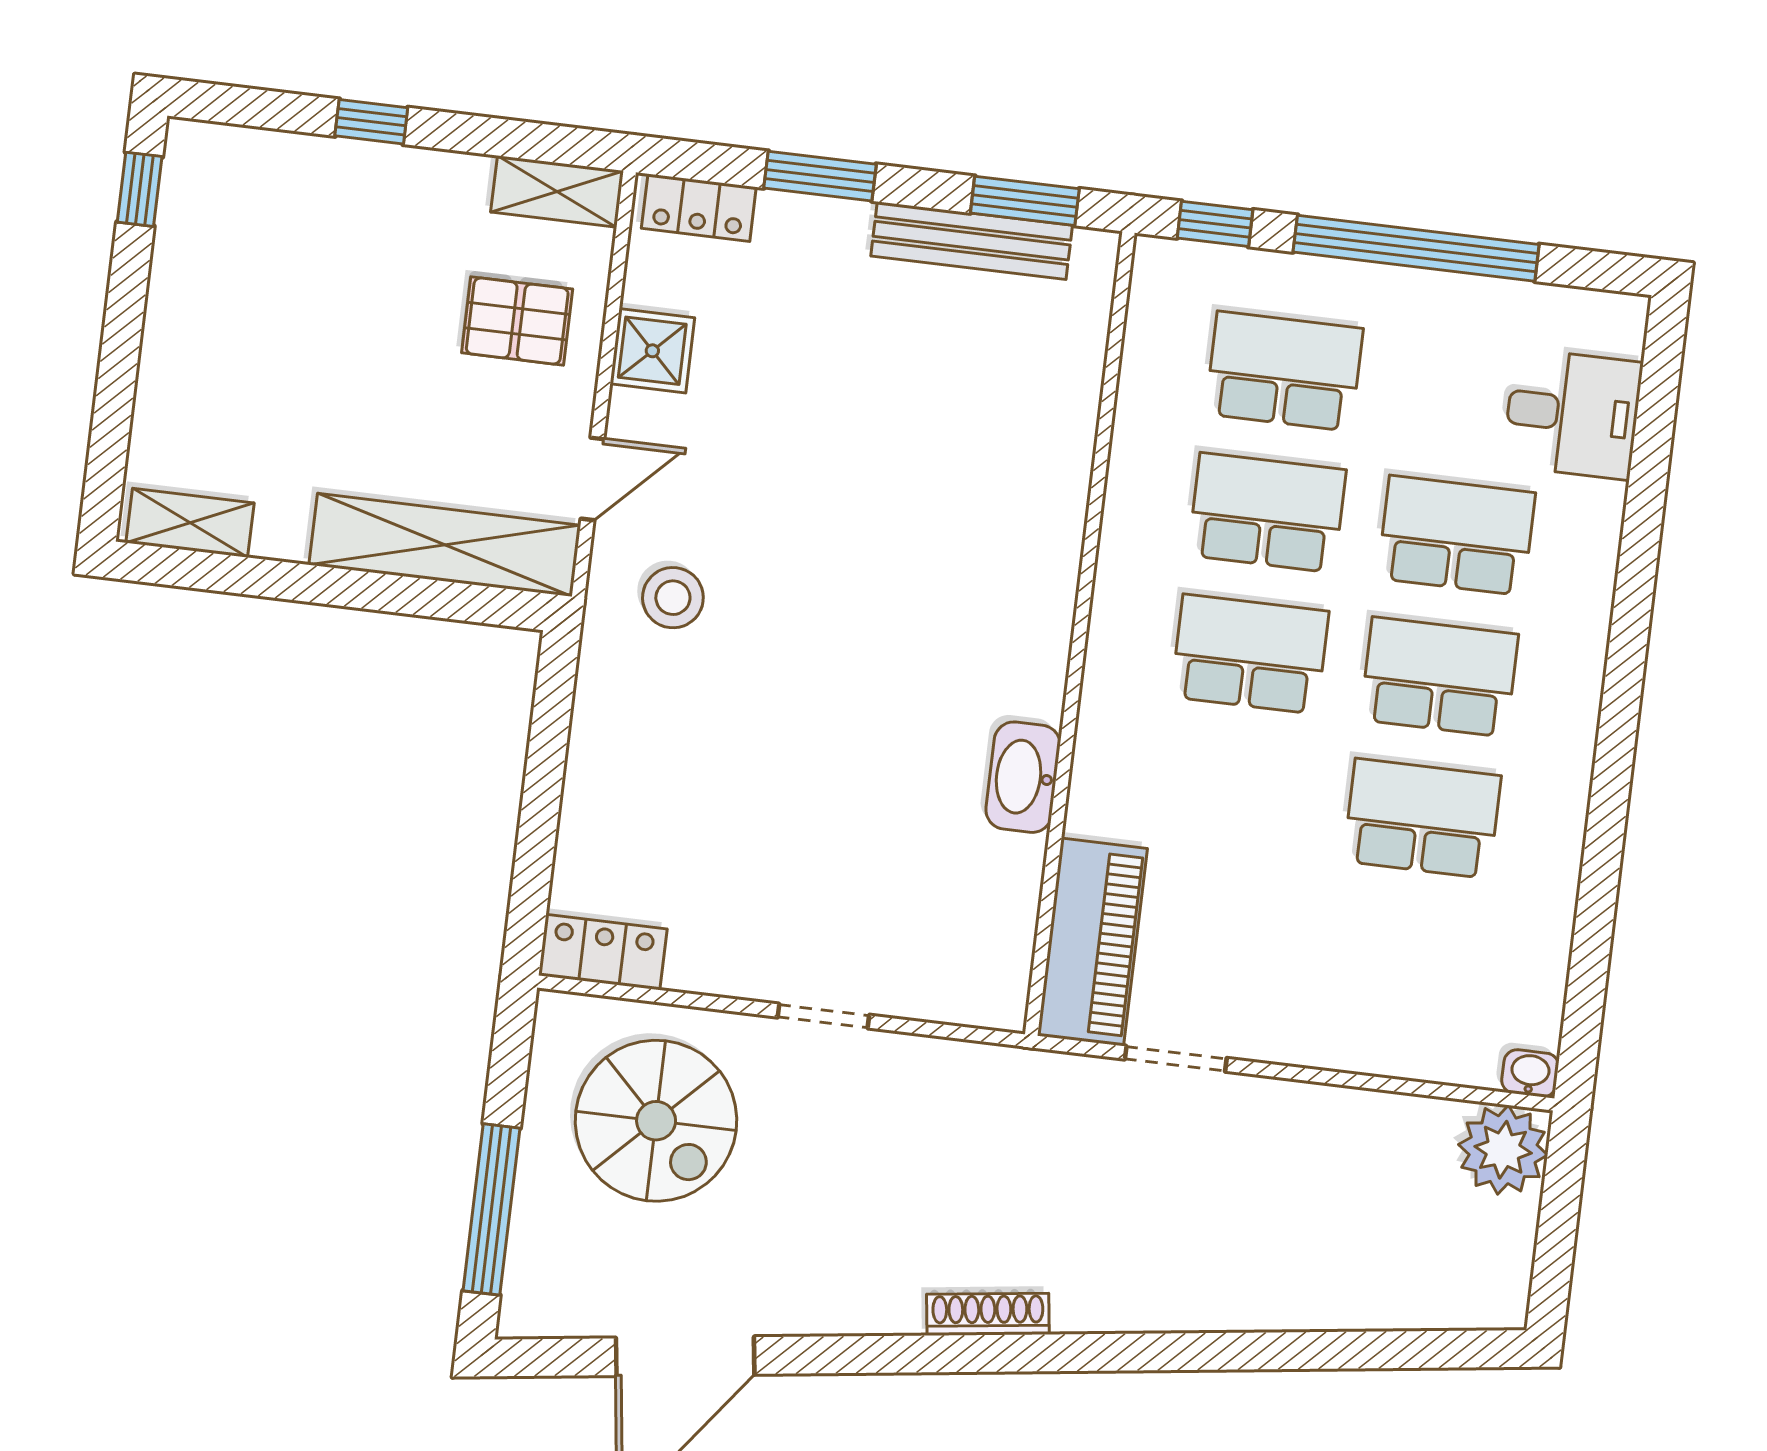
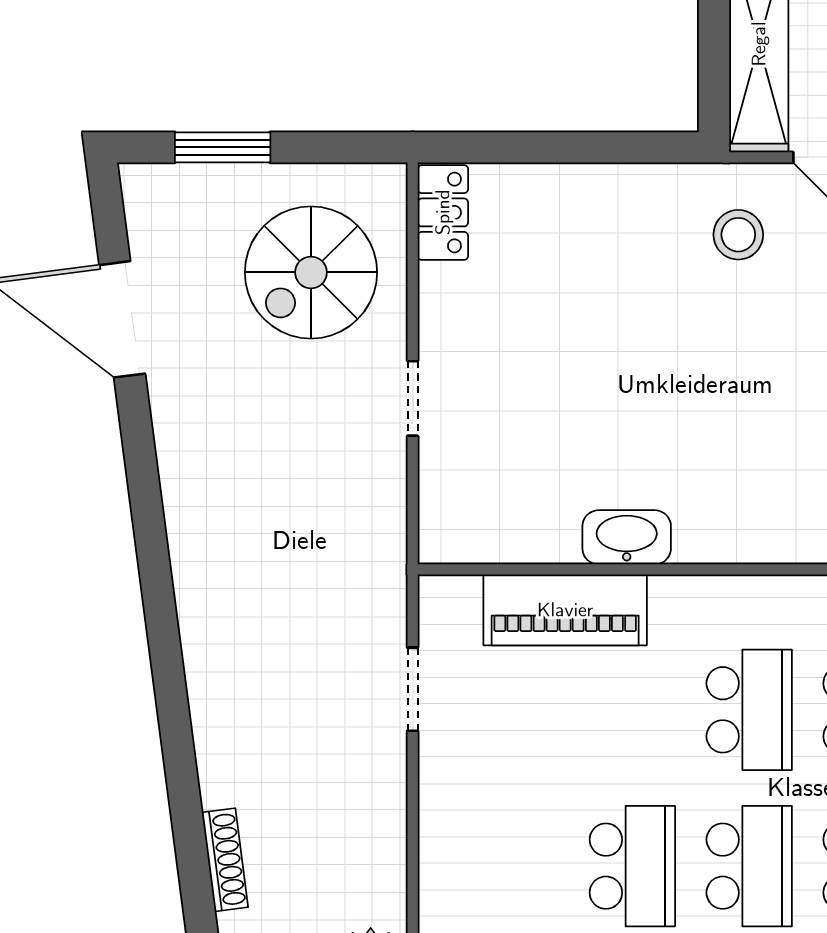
piano: (1092, 942) -> (565, 610), moved
window: (492, 1209) -> (223, 147), width x0.69
shoe rack: (988, 1314) -> (225, 860), moved

